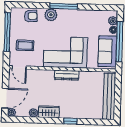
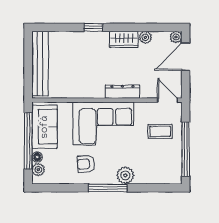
armchair: (31, 16) -> (86, 164), moved
dresser: (67, 75) -> (122, 92), moved

